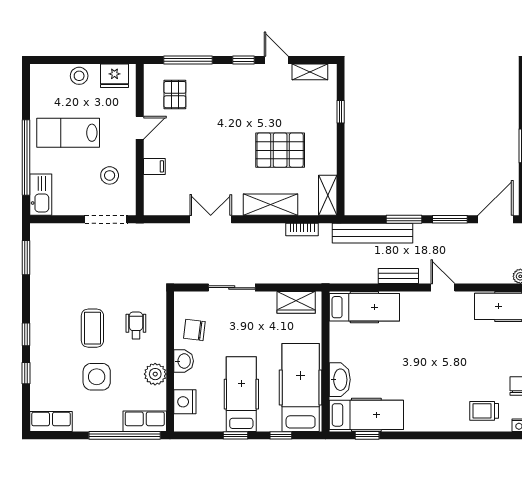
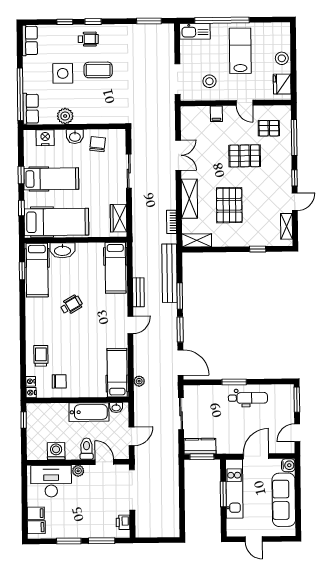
pallet: (213, 128) -> (245, 156), added
wheelchair: (136, 325) -> (88, 39), moved
wheelchair: (415, 368) -> (71, 305), added

